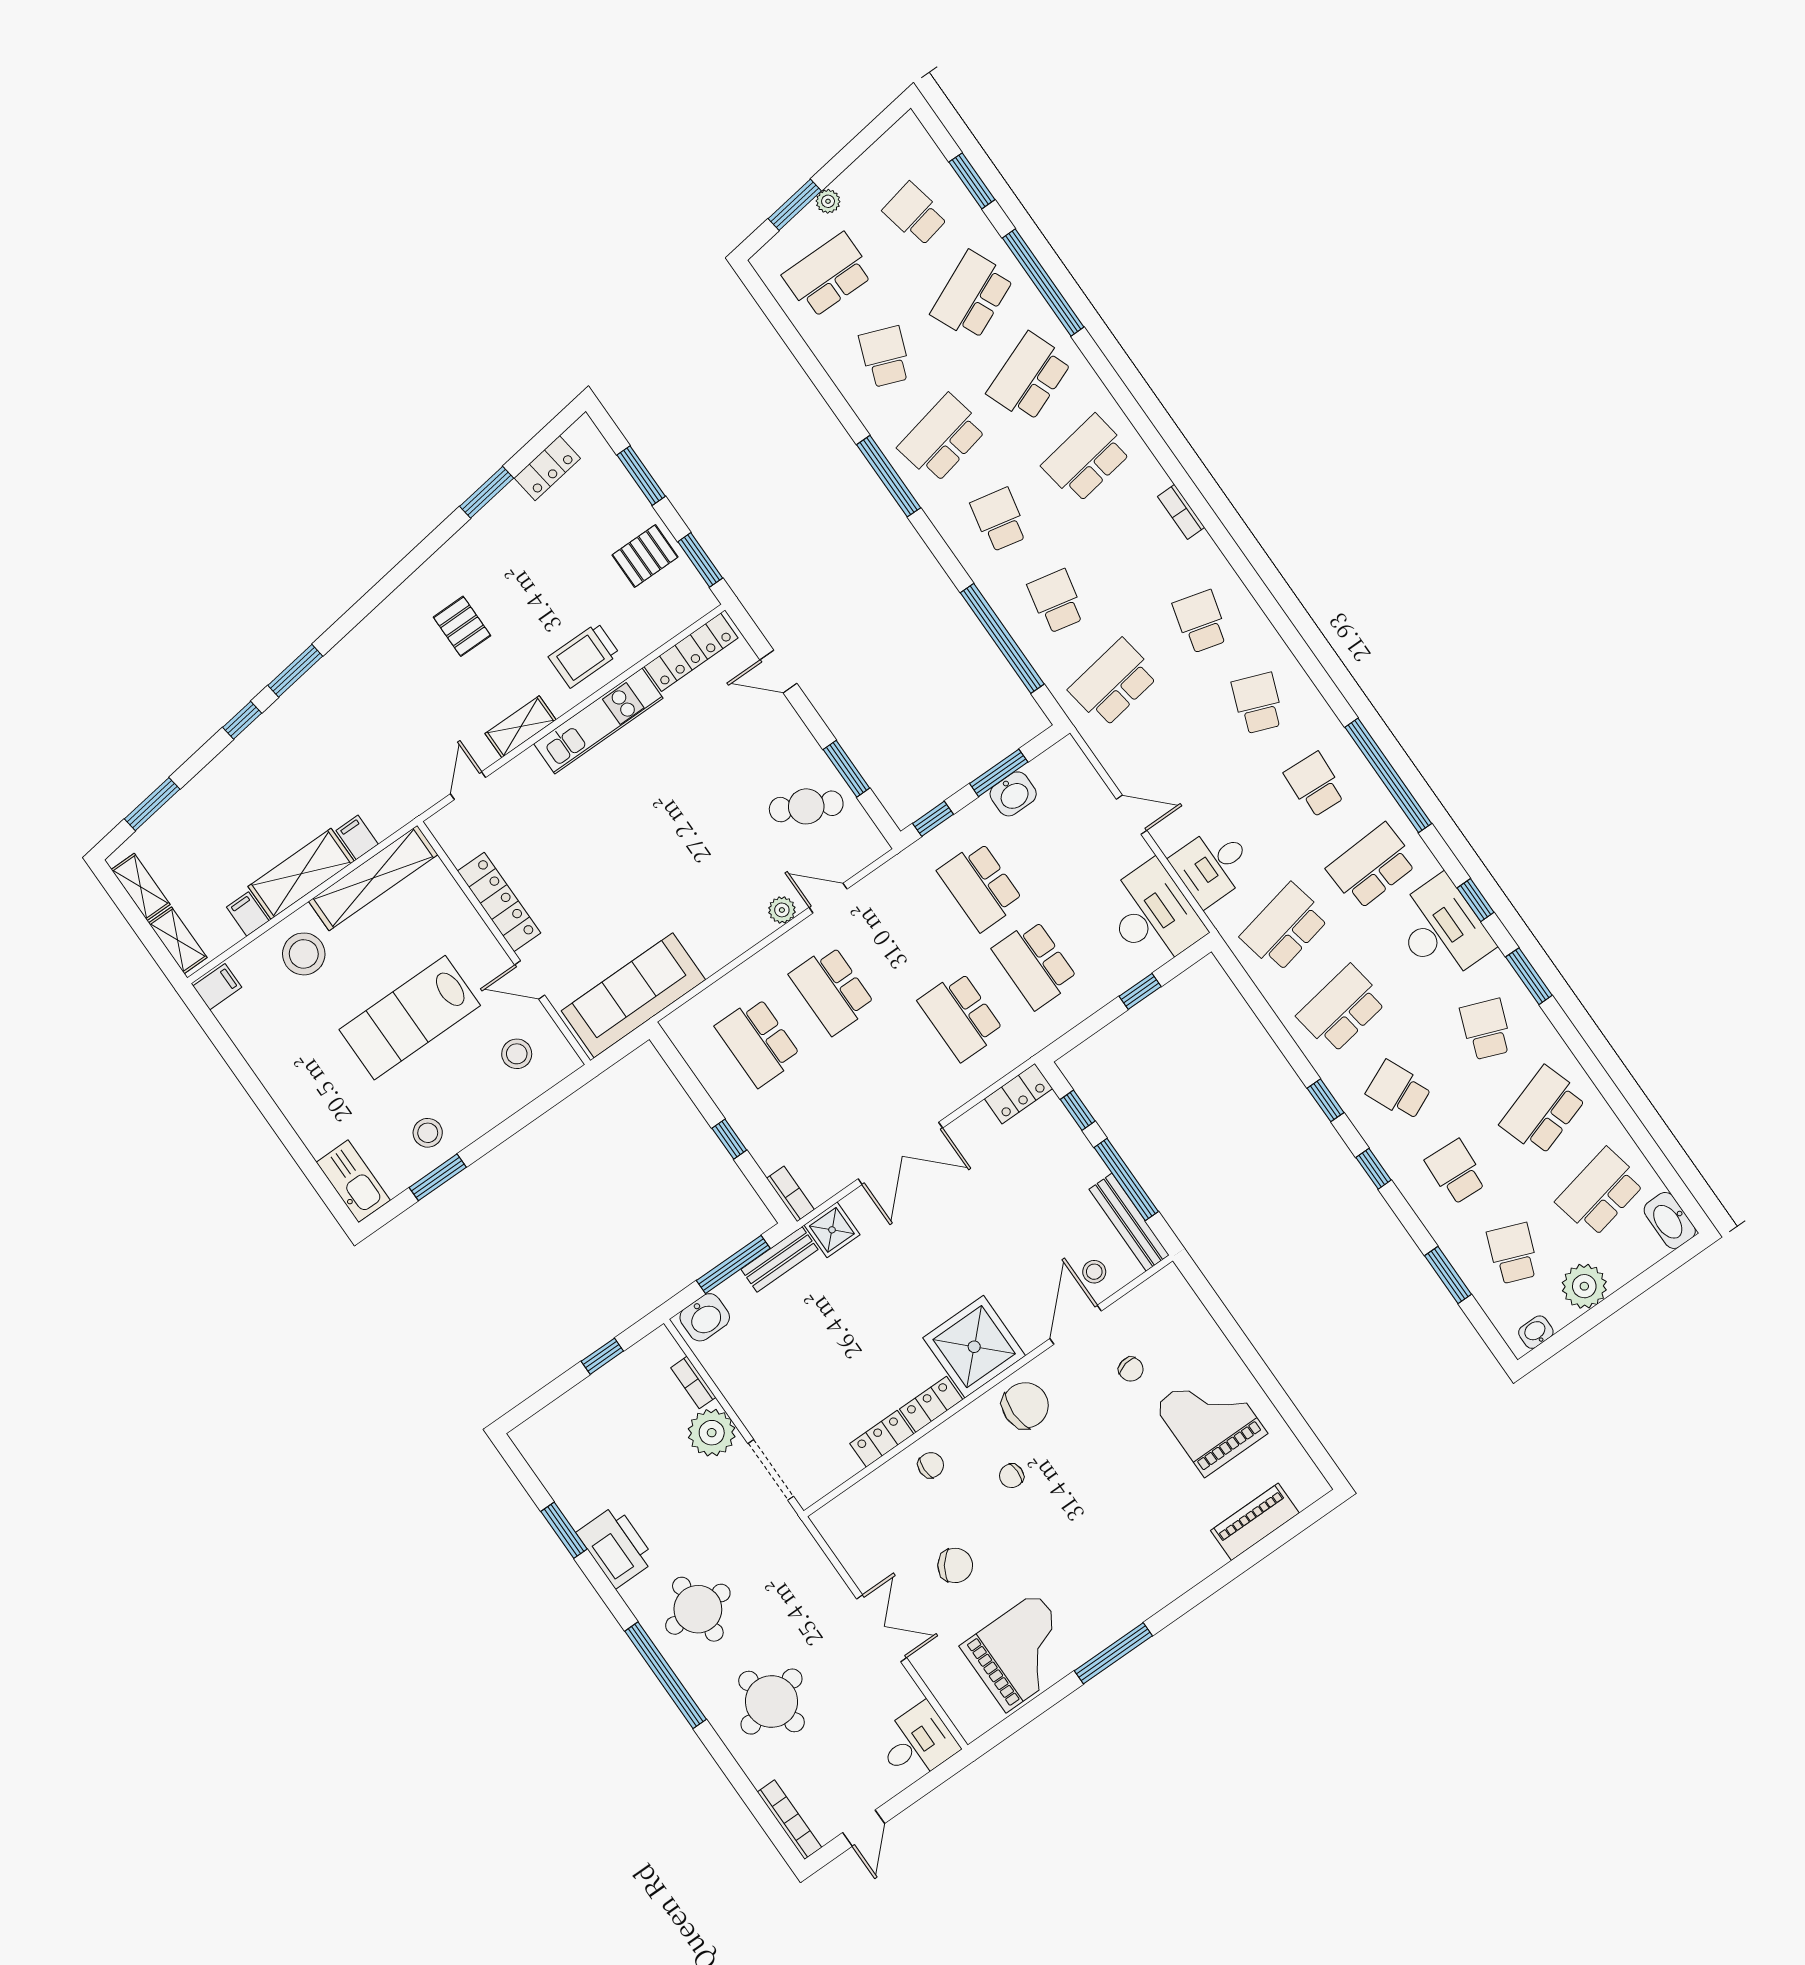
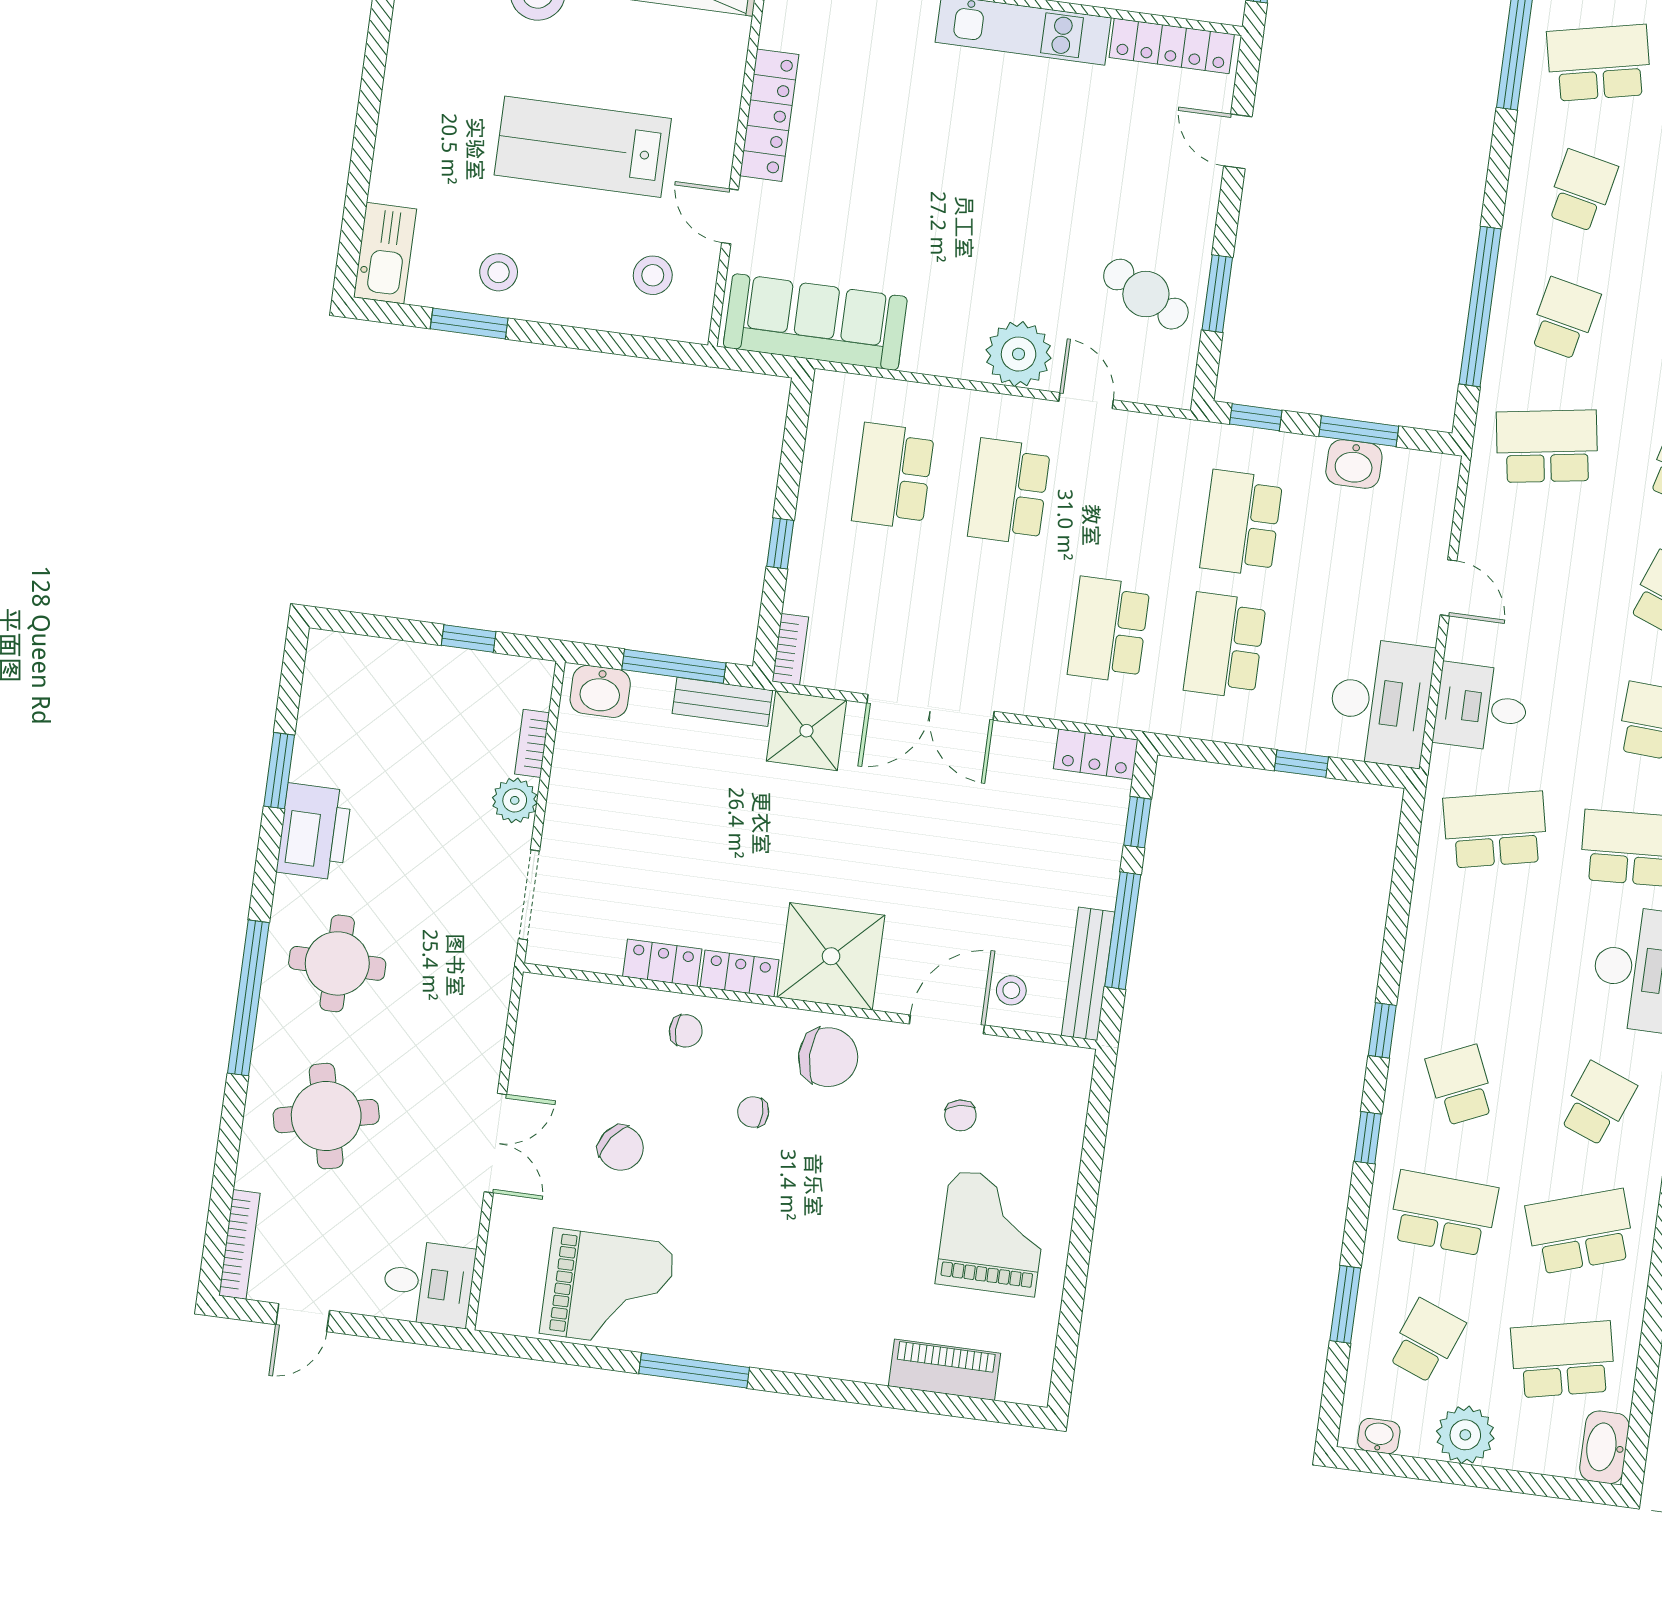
plant: (782, 910) -> (1019, 354), width x1.87, depth x1.87
school desk: (1342, 1009) -> (1478, 957), removed
school desk: (1456, 1172) -> (1443, 1213), width x1.85
shower: (832, 1230) -> (806, 731), width x1.36, depth x1.36
plant: (712, 1433) -> (515, 800), width x0.73, depth x0.73

